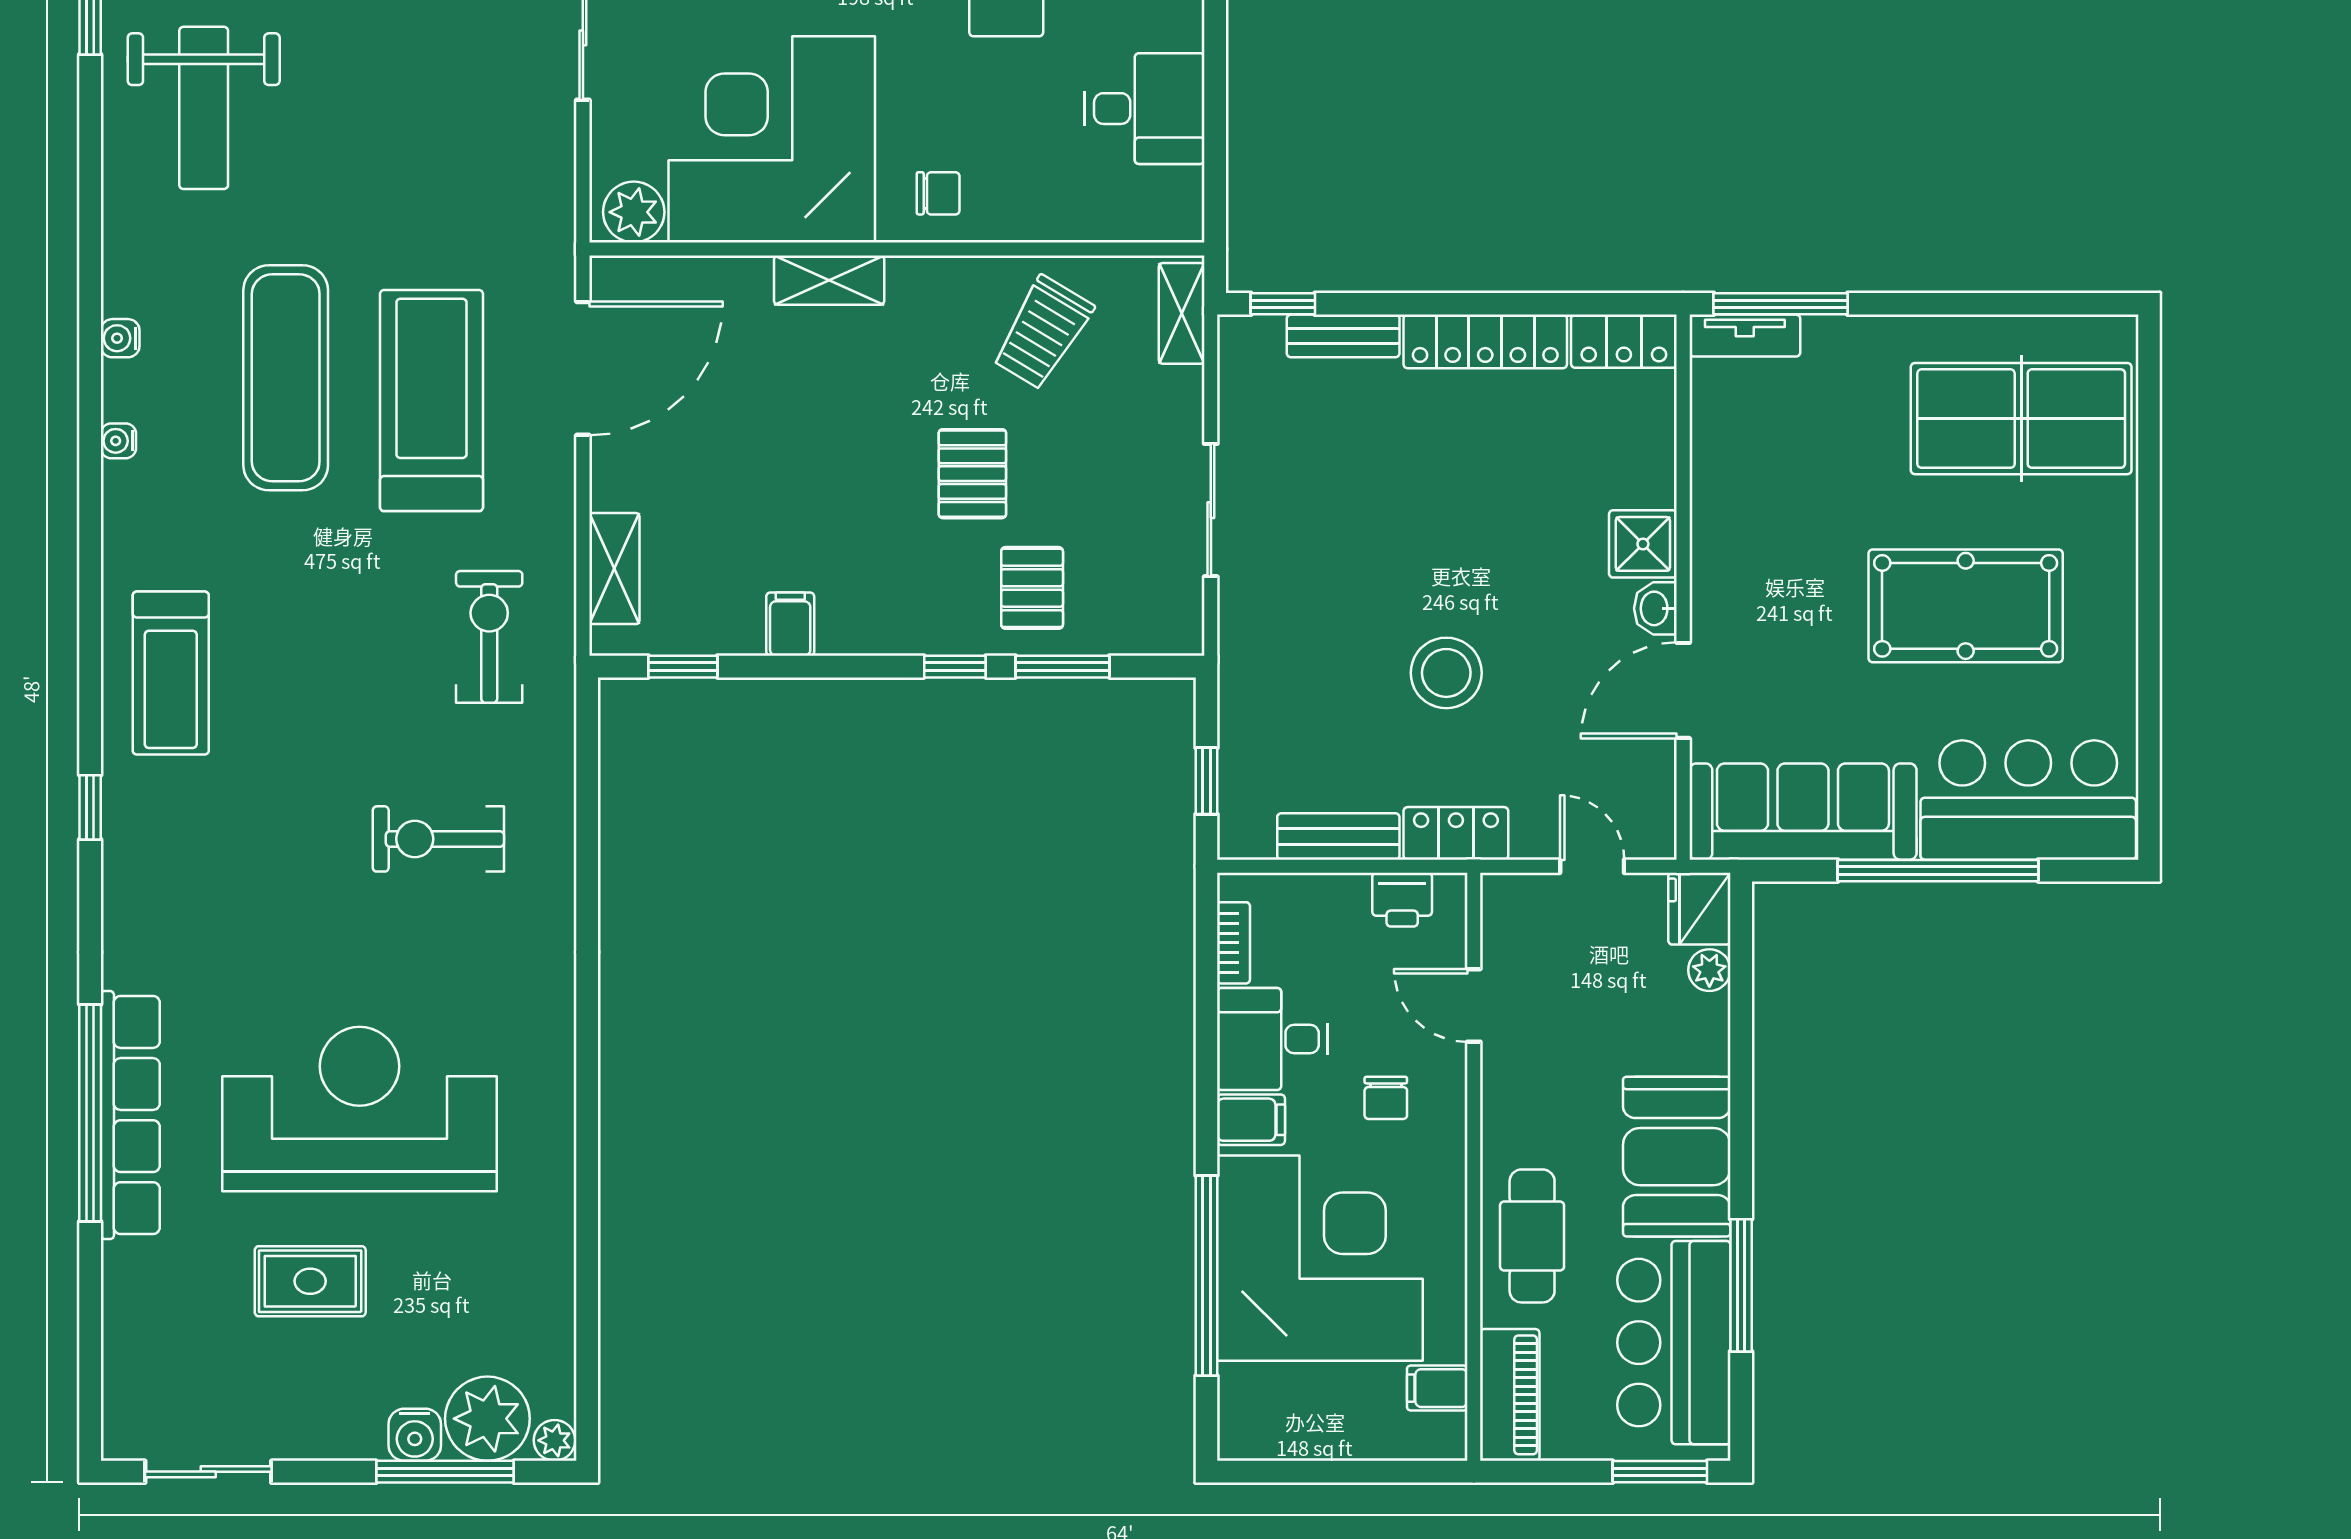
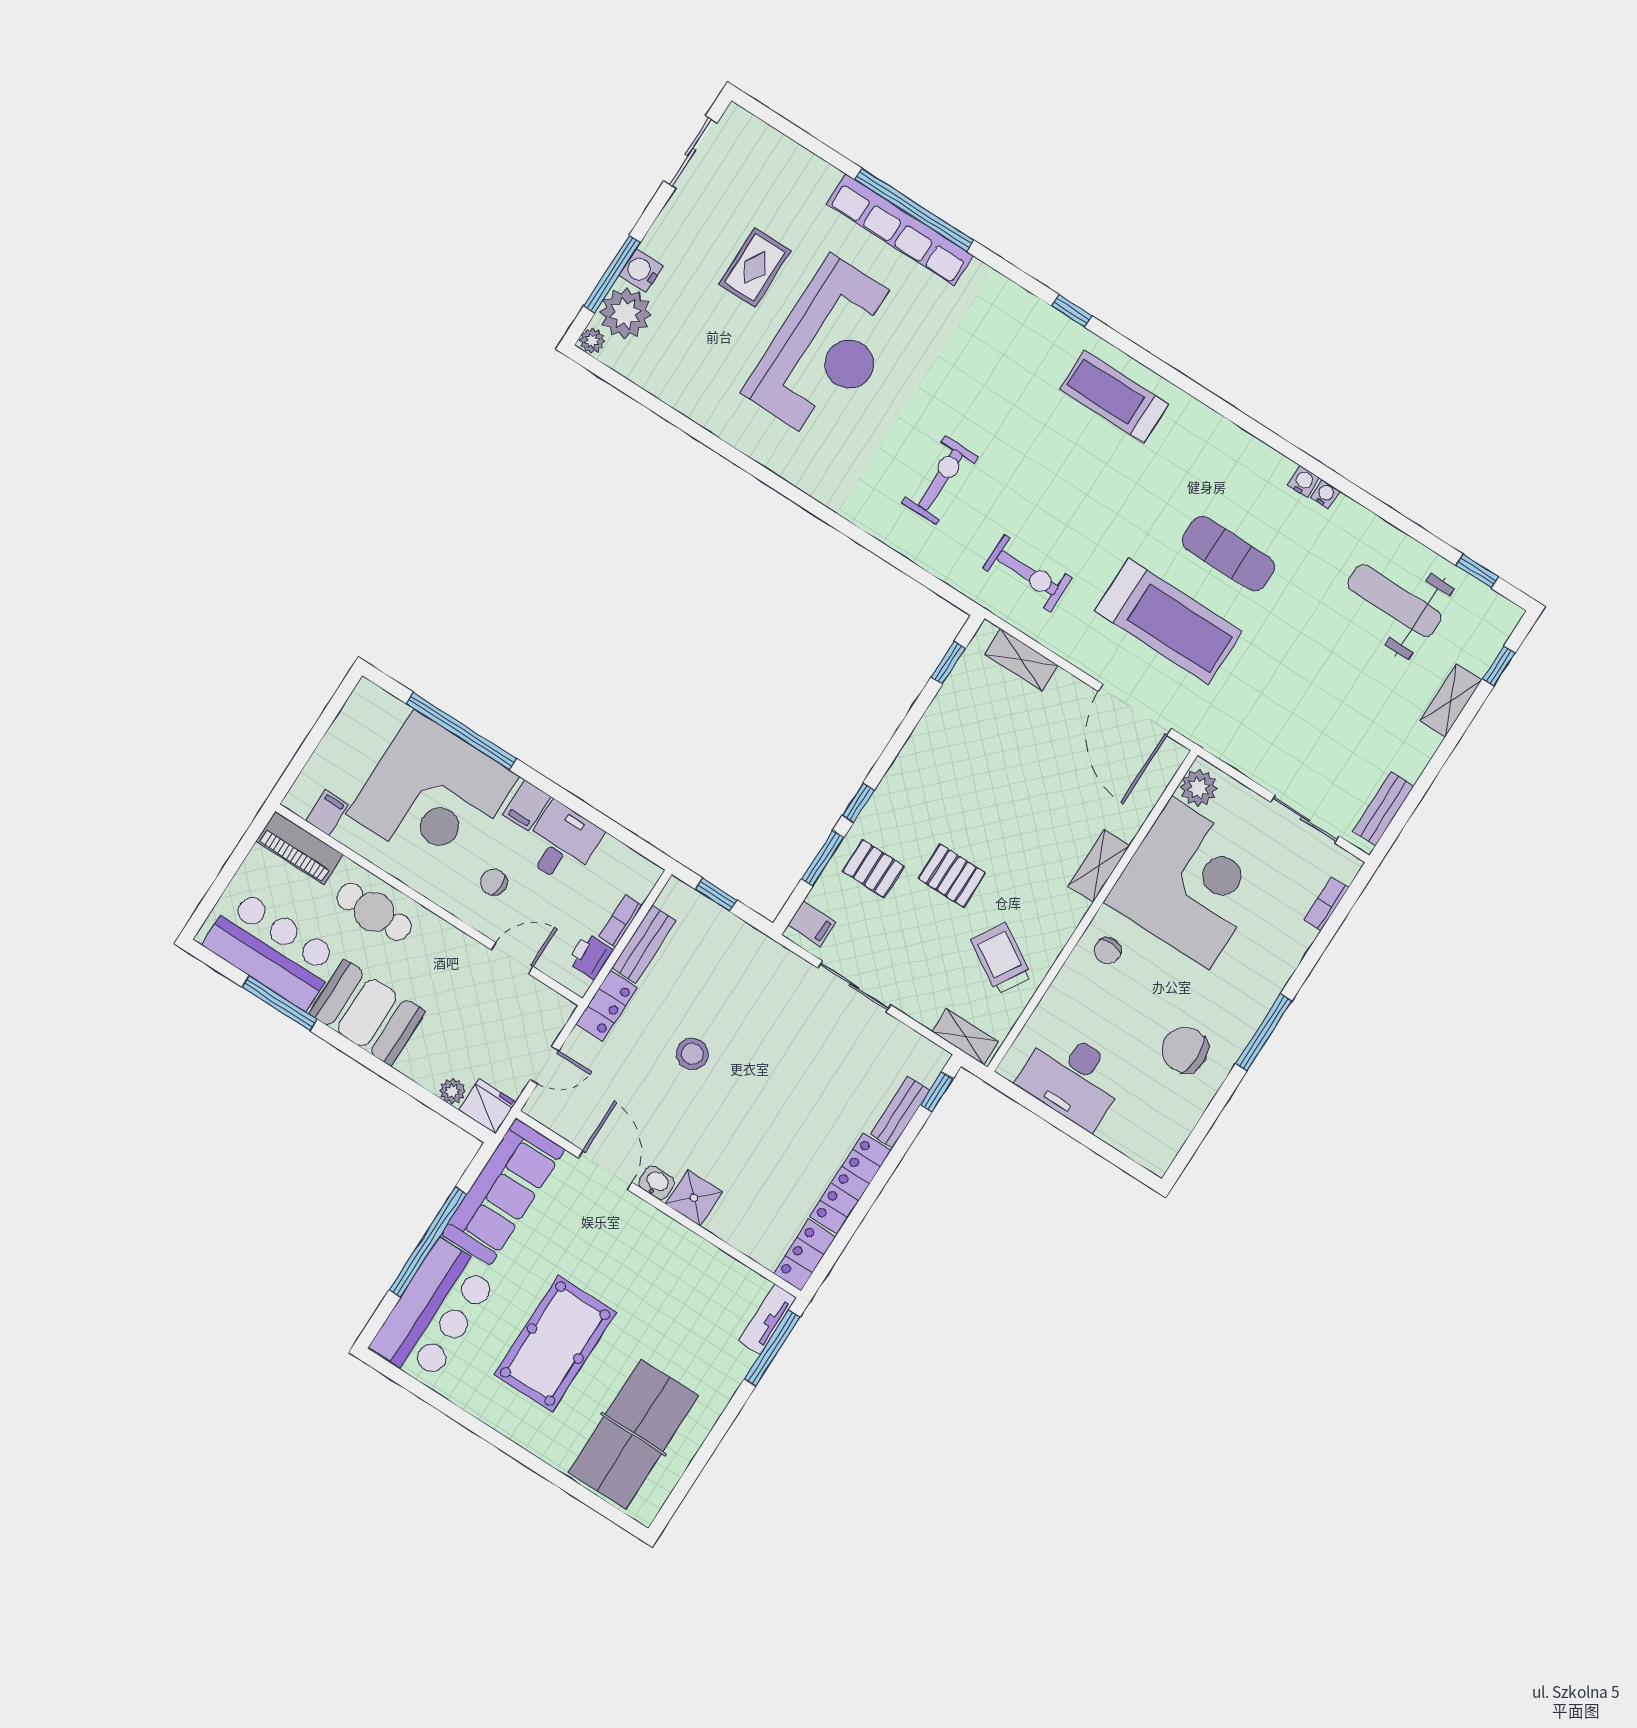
desk: (1145, 109) -> (1072, 1078), width x1.37
exercise mat: (286, 378) -> (1228, 554), width x0.73, depth x0.69
water cooler: (118, 441) -> (1325, 494), moved
filing cabinet: (790, 624) -> (812, 924), moved
stool: (1446, 673) -> (692, 1054), width x0.73, depth x0.73
bookcase: (1234, 943) -> (620, 921), moved, turned 90
window: (1660, 1472) -> (210, 900), removed

